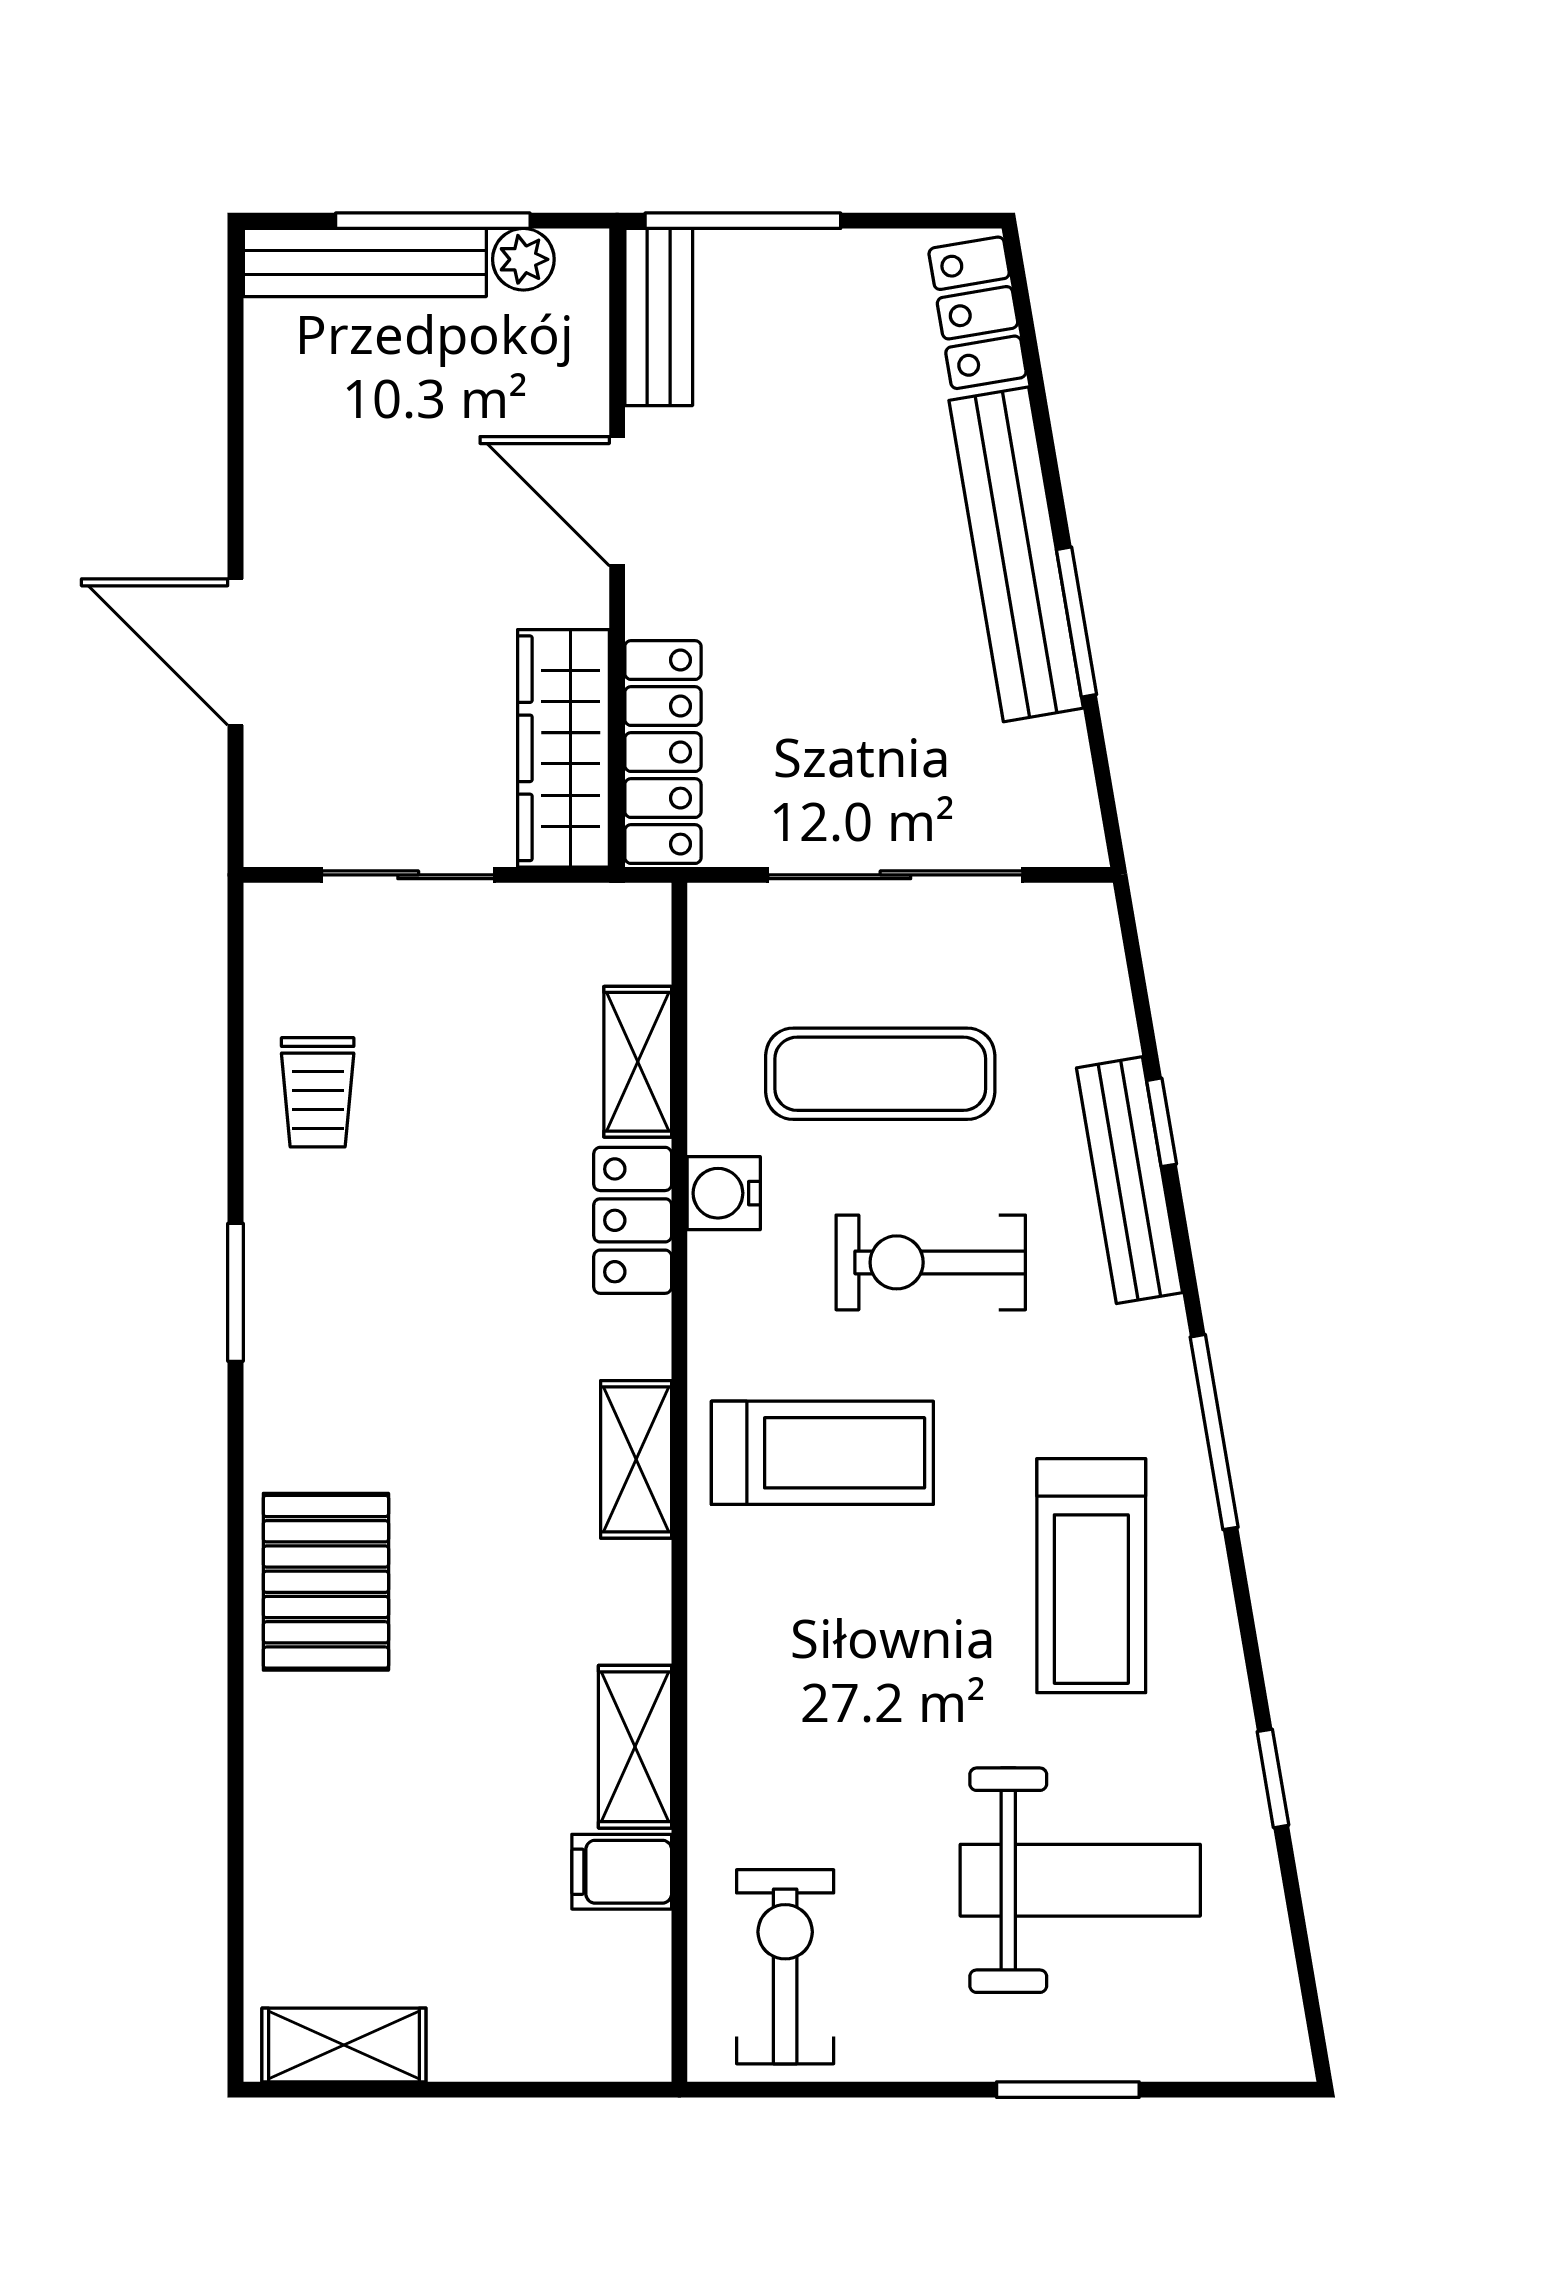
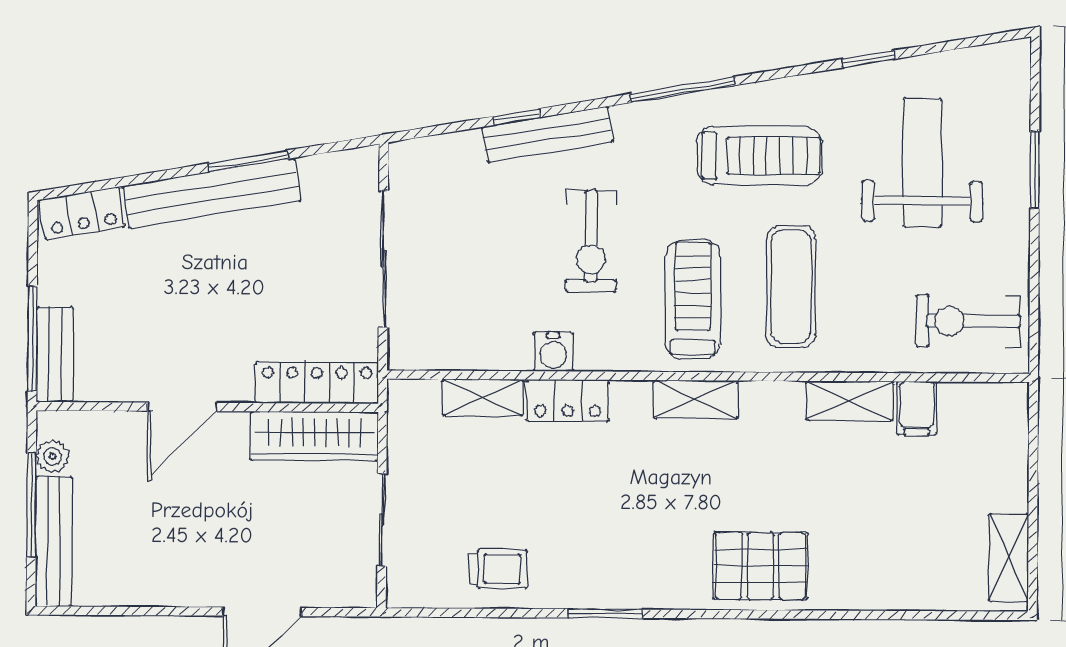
bench: (659, 317) -> (55, 355), moved, turned 90
exercise mat: (880, 1074) -> (791, 286), moved

